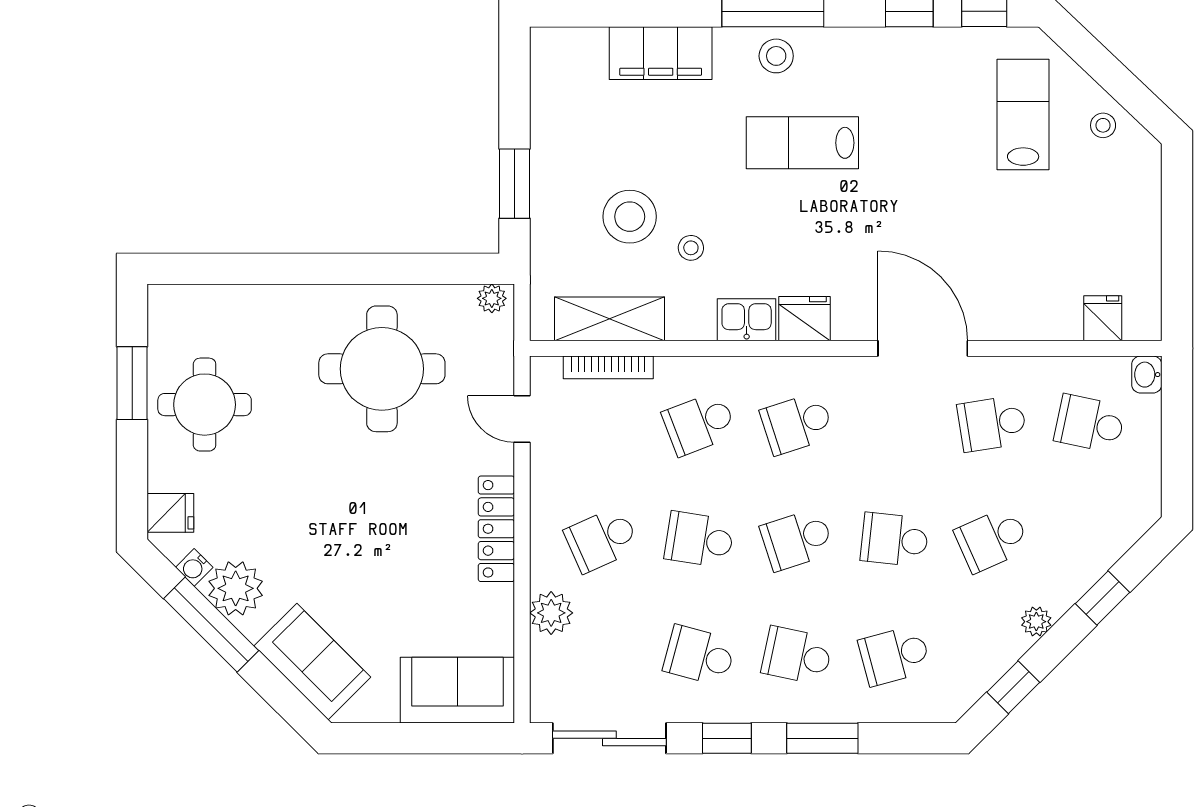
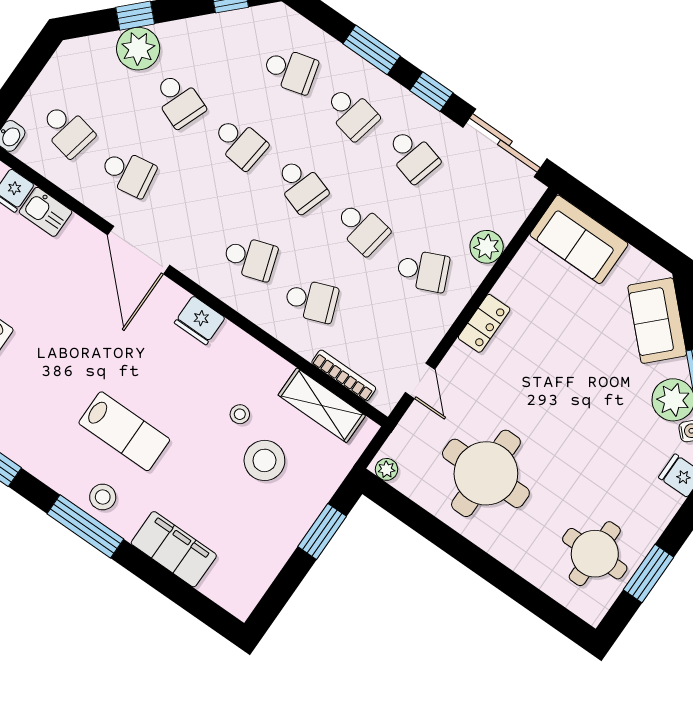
kitchen sink: (747, 320) -> (46, 212), moved
round table: (205, 405) -> (595, 554), moved
locker: (496, 529) -> (484, 323), width x0.66
school desk: (797, 540) -> (301, 185), turned 36
school desk: (992, 540) -> (179, 100), turned 45
plant: (1036, 622) -> (138, 49), moved, width x1.87, depth x1.87

